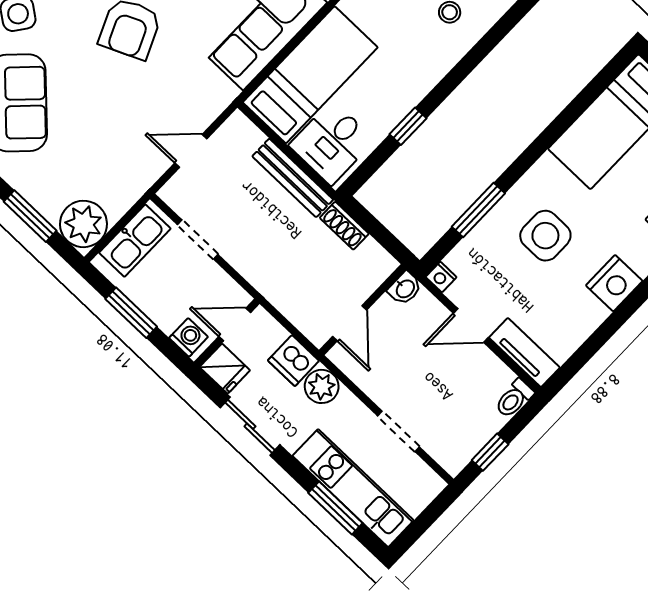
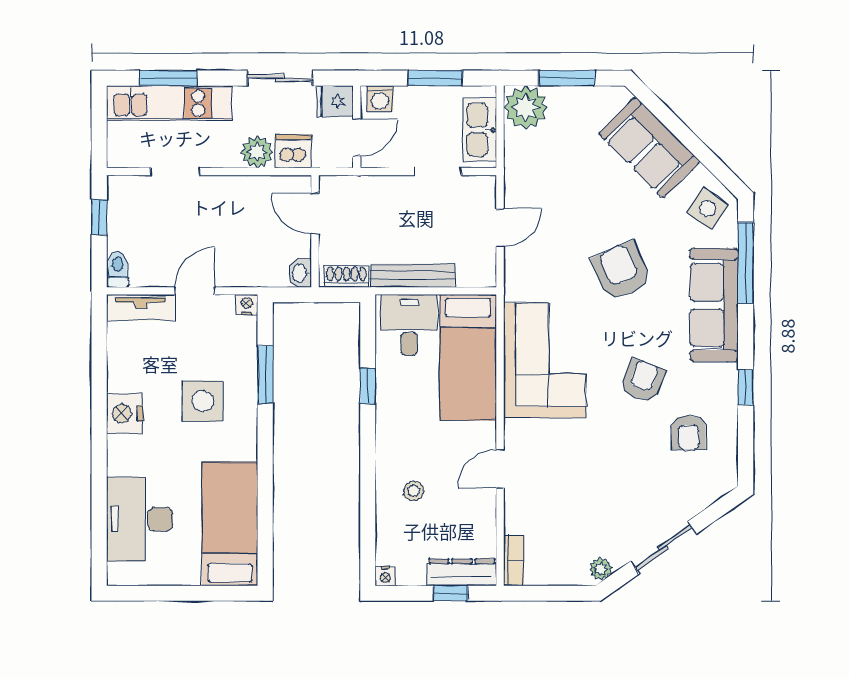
washbasin: (405, 288) -> (300, 273), moved
wall: (363, 310) -> (315, 231), moved
door: (350, 323) -> (315, 213), moved

